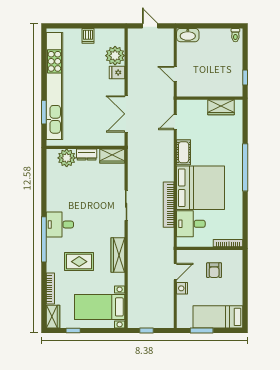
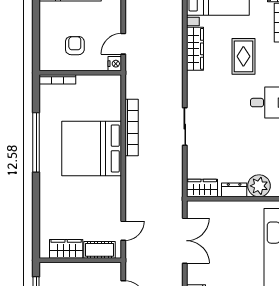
cot: (184, 152) -> (100, 250), moved, turned 90
window: (245, 167) -> (36, 142), moved
desk: (191, 224) -> (104, 103), removed
wardrobe: (118, 255) -> (195, 49), moved
rug: (79, 262) -> (243, 56), turned 90
nightstand: (182, 288) -> (115, 64), moved

